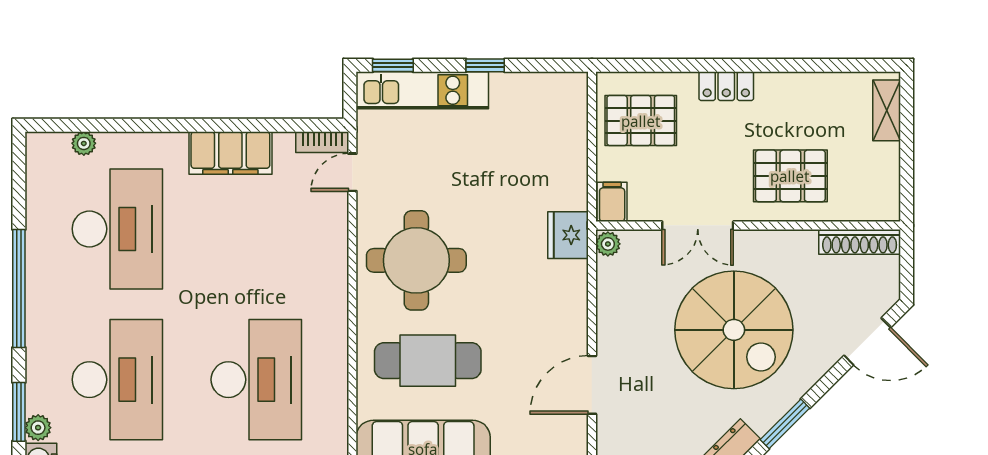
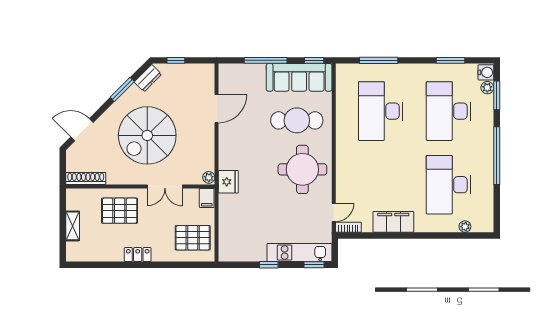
locker: (726, 86) -> (138, 255), moved
shelving: (887, 110) -> (73, 226), moved
double door: (698, 225) -> (165, 186), swing flipped
spiral stairs: (734, 330) -> (147, 135), turned -90

